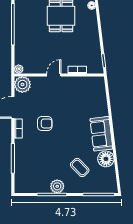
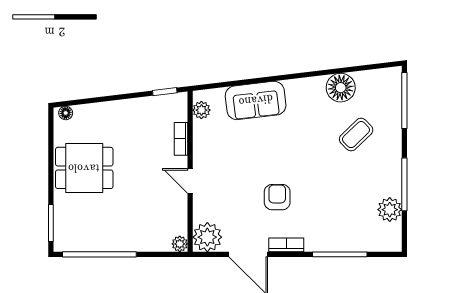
plant: (93, 81) -> (201, 110), added
sofa: (101, 134) -> (256, 100), moved
plant: (57, 186) -> (390, 210), moved

